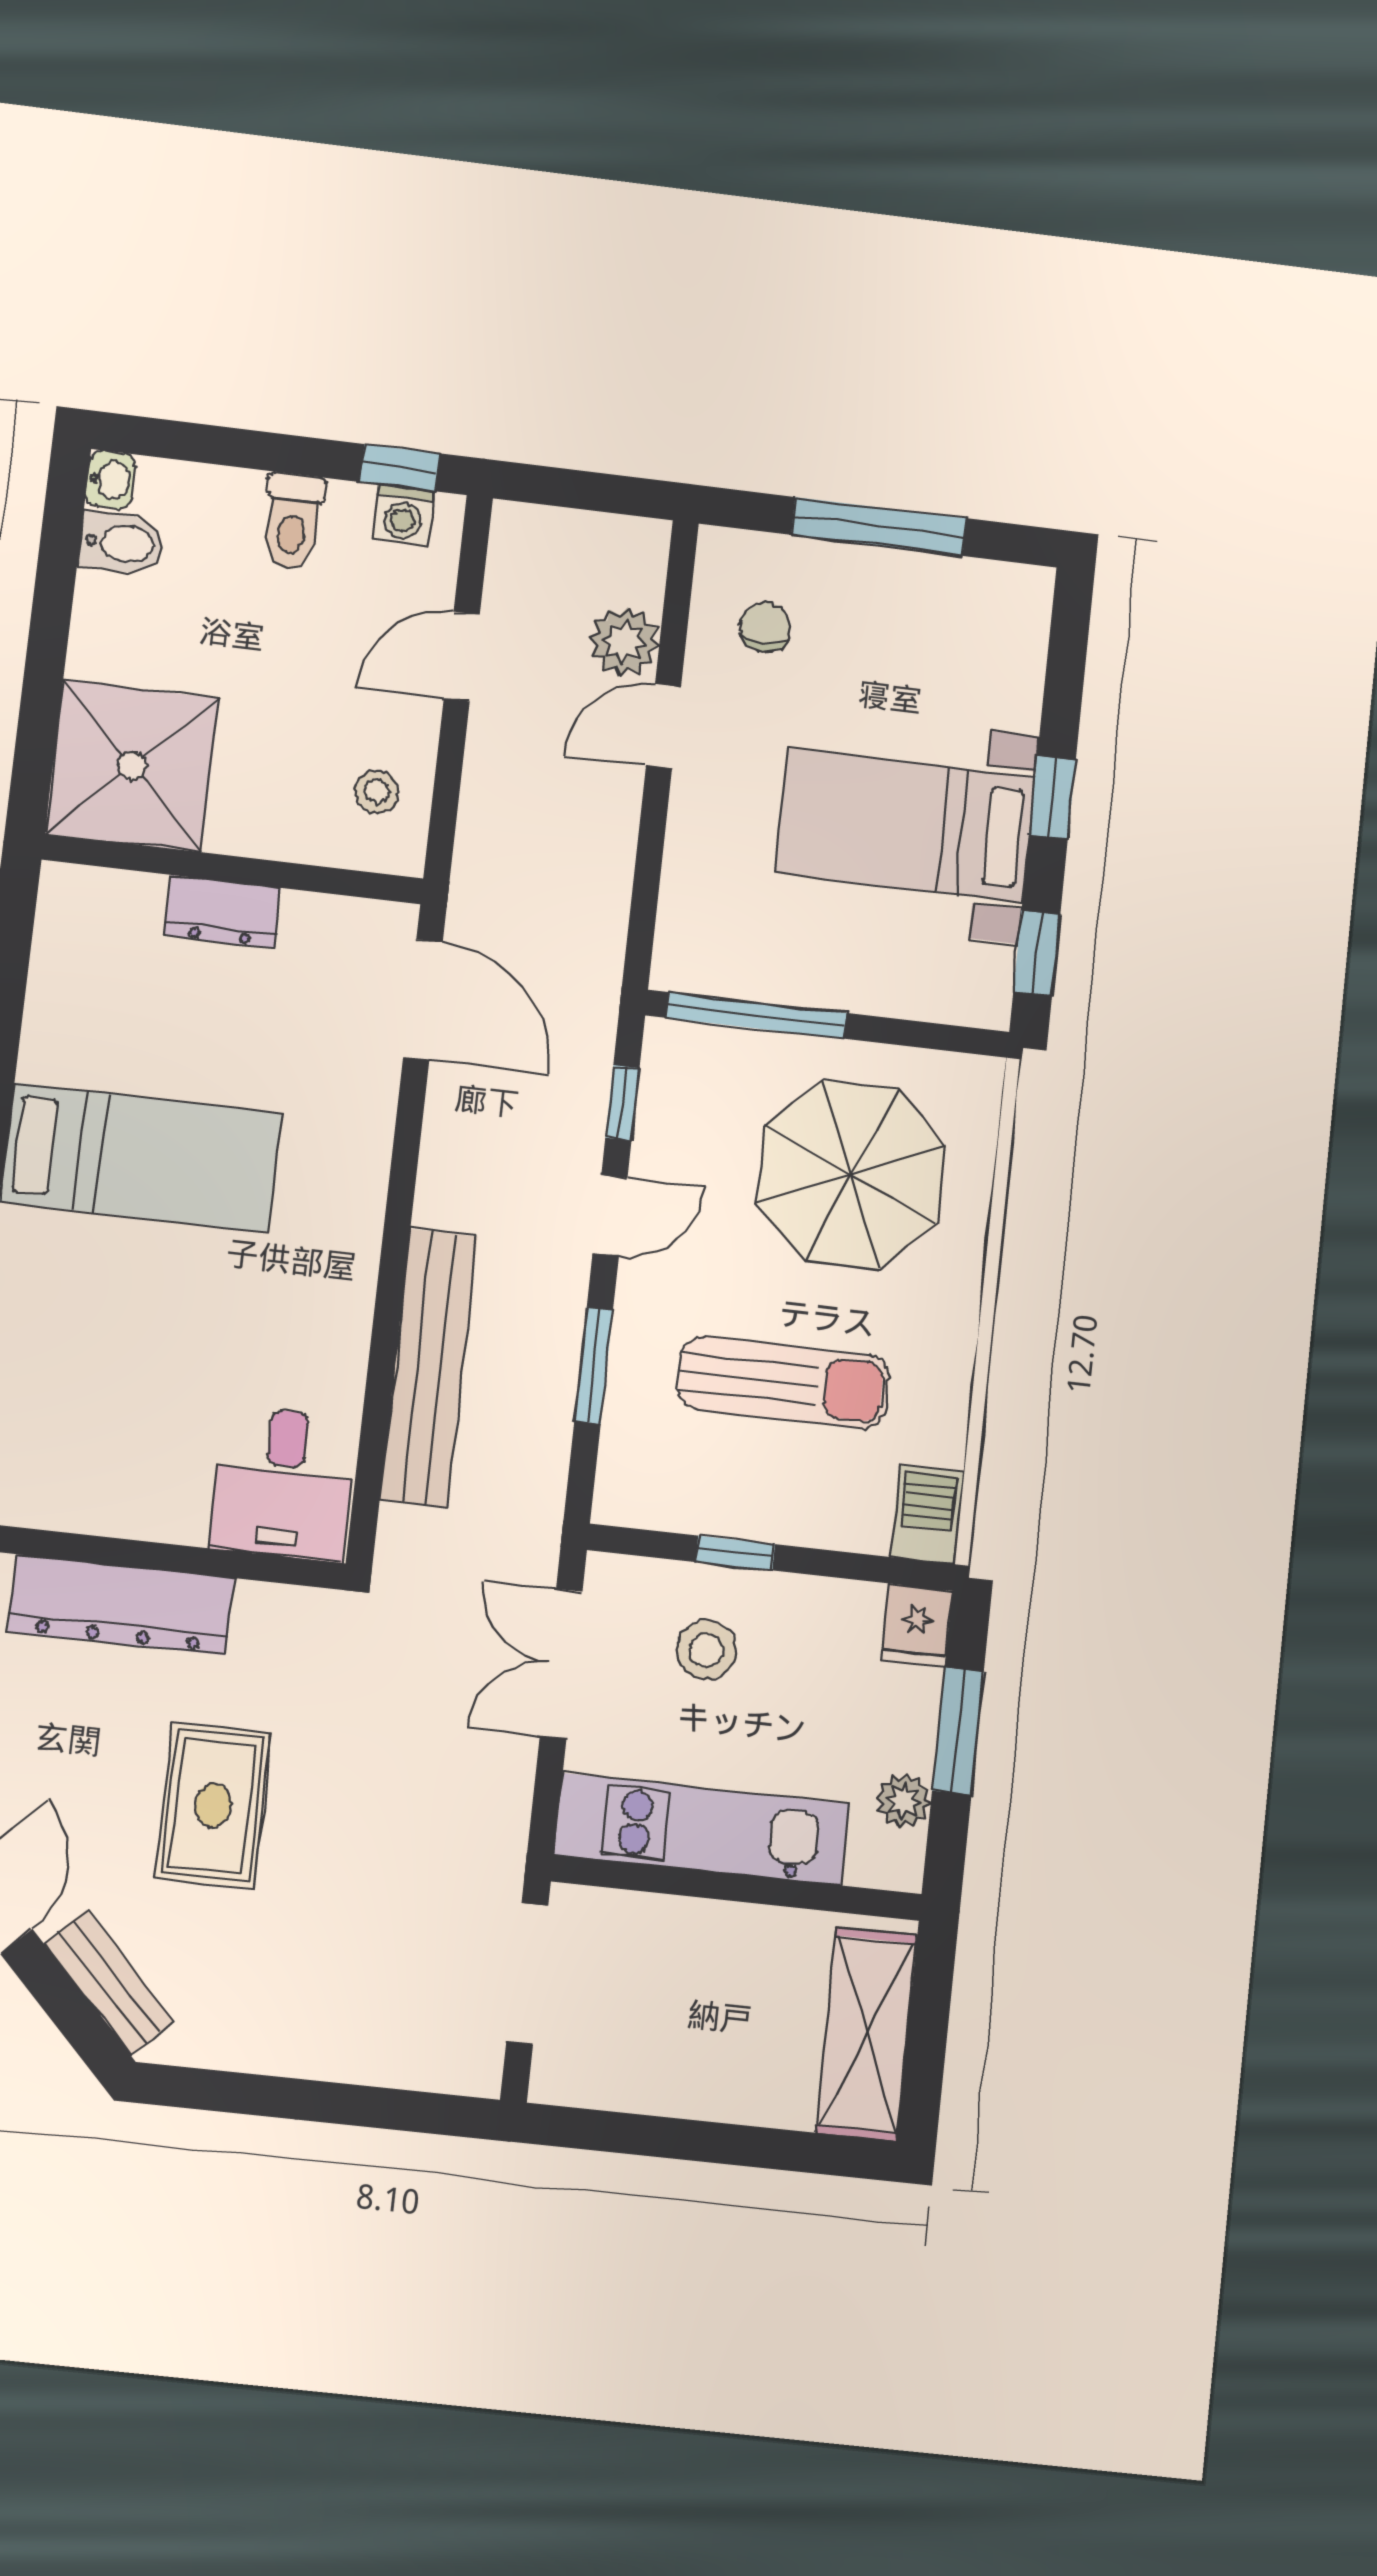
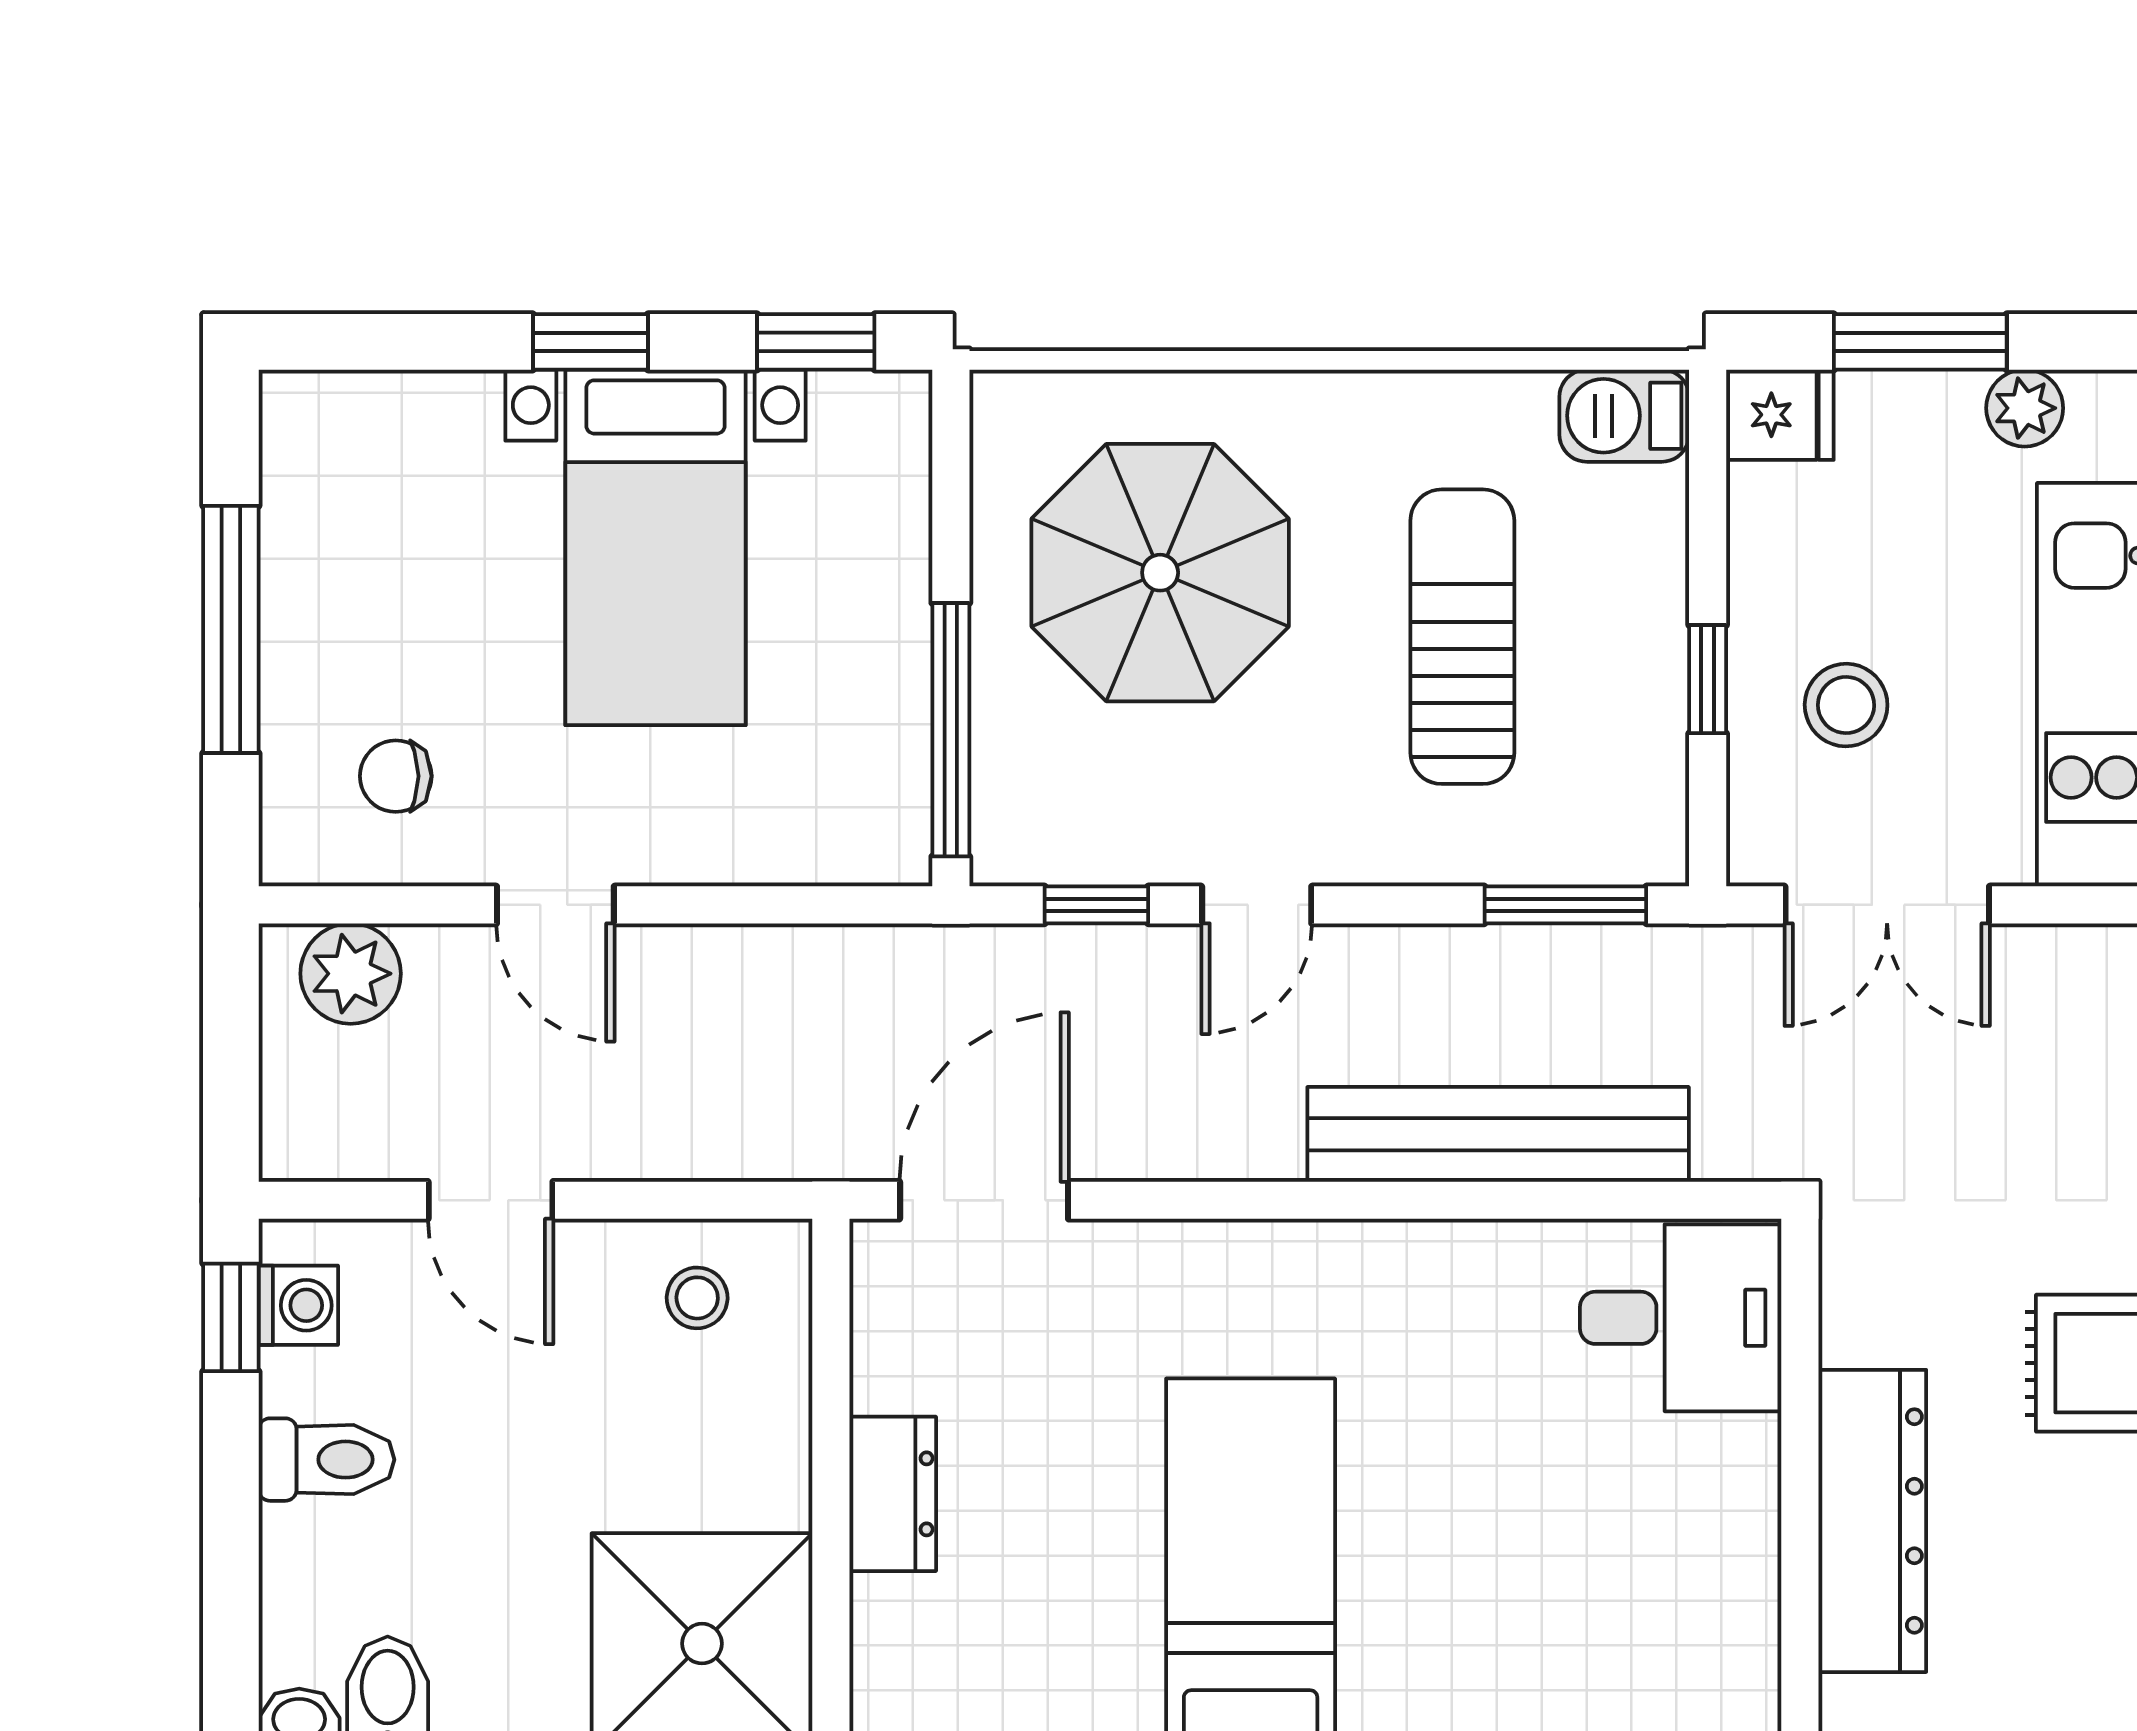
plant: (624, 642) -> (351, 974), moved
door: (610, 1216) -> (1257, 905), swing flipped
window: (594, 1365) -> (1565, 905), moved

